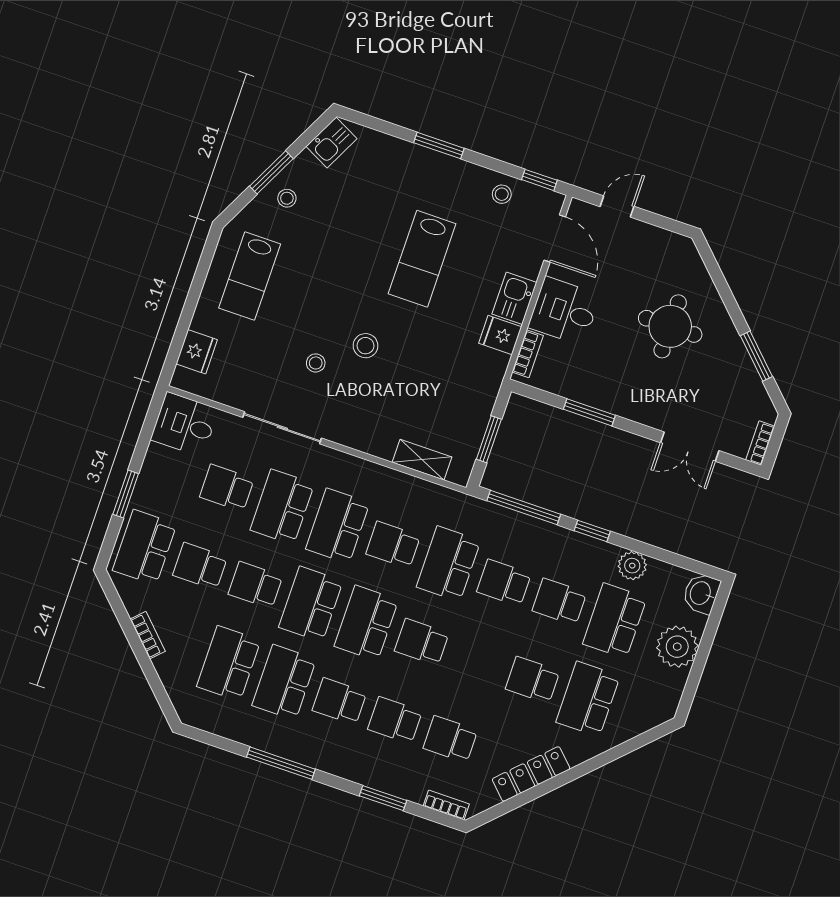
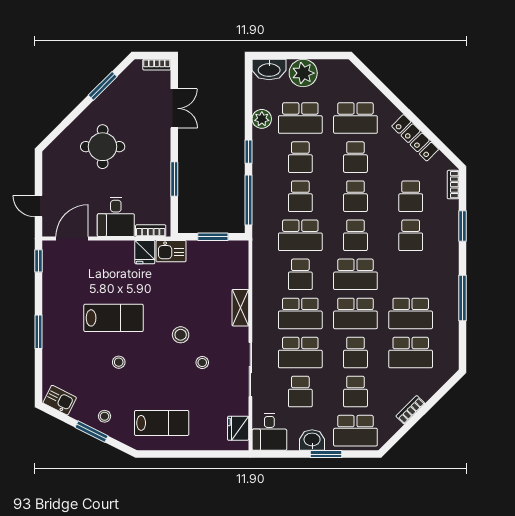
stool: (502, 194) -> (119, 362), moved
kitchen sink: (514, 298) -> (171, 251), moved
fridge: (197, 352) -> (238, 428), moved, turned -90
shelving: (422, 460) -> (240, 308), moved
washbasin: (152, 481) -> (312, 440), added
washbasin: (701, 593) -> (269, 69), width x1.38
school desk: (340, 701) -> (355, 196), moved

